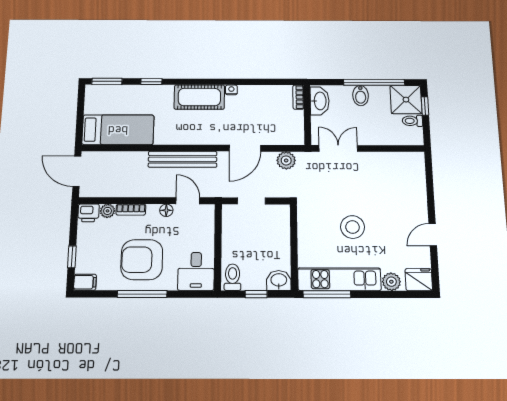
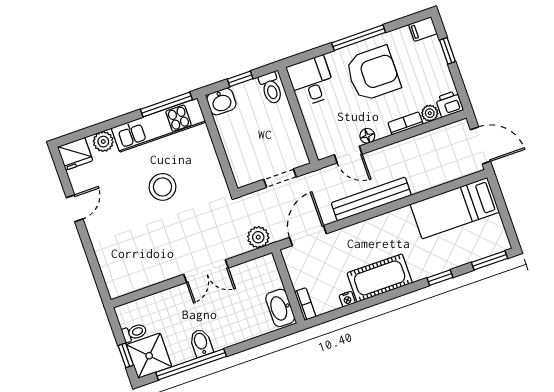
bookcase: (298, 97) -> (305, 304), moved
washbasin: (320, 101) -> (280, 308), moved
wall: (307, 115) -> (288, 286), moved

